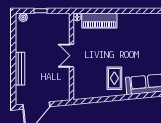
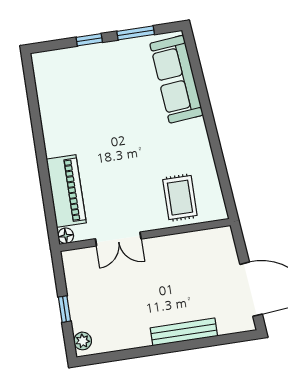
double door: (71, 56) -> (118, 239), moved
rug: (114, 78) -> (180, 198), moved, turned 90

